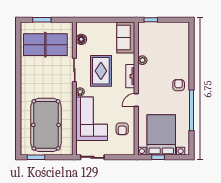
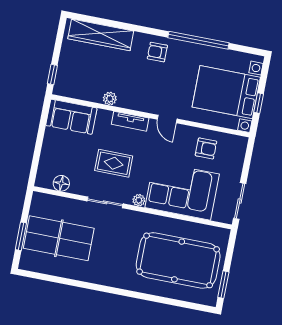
table tennis table: (45, 45) -> (59, 238), turned 90
wardrobe: (183, 46) -> (101, 35), added
rug: (101, 71) -> (114, 163), width x0.73, depth x0.70

